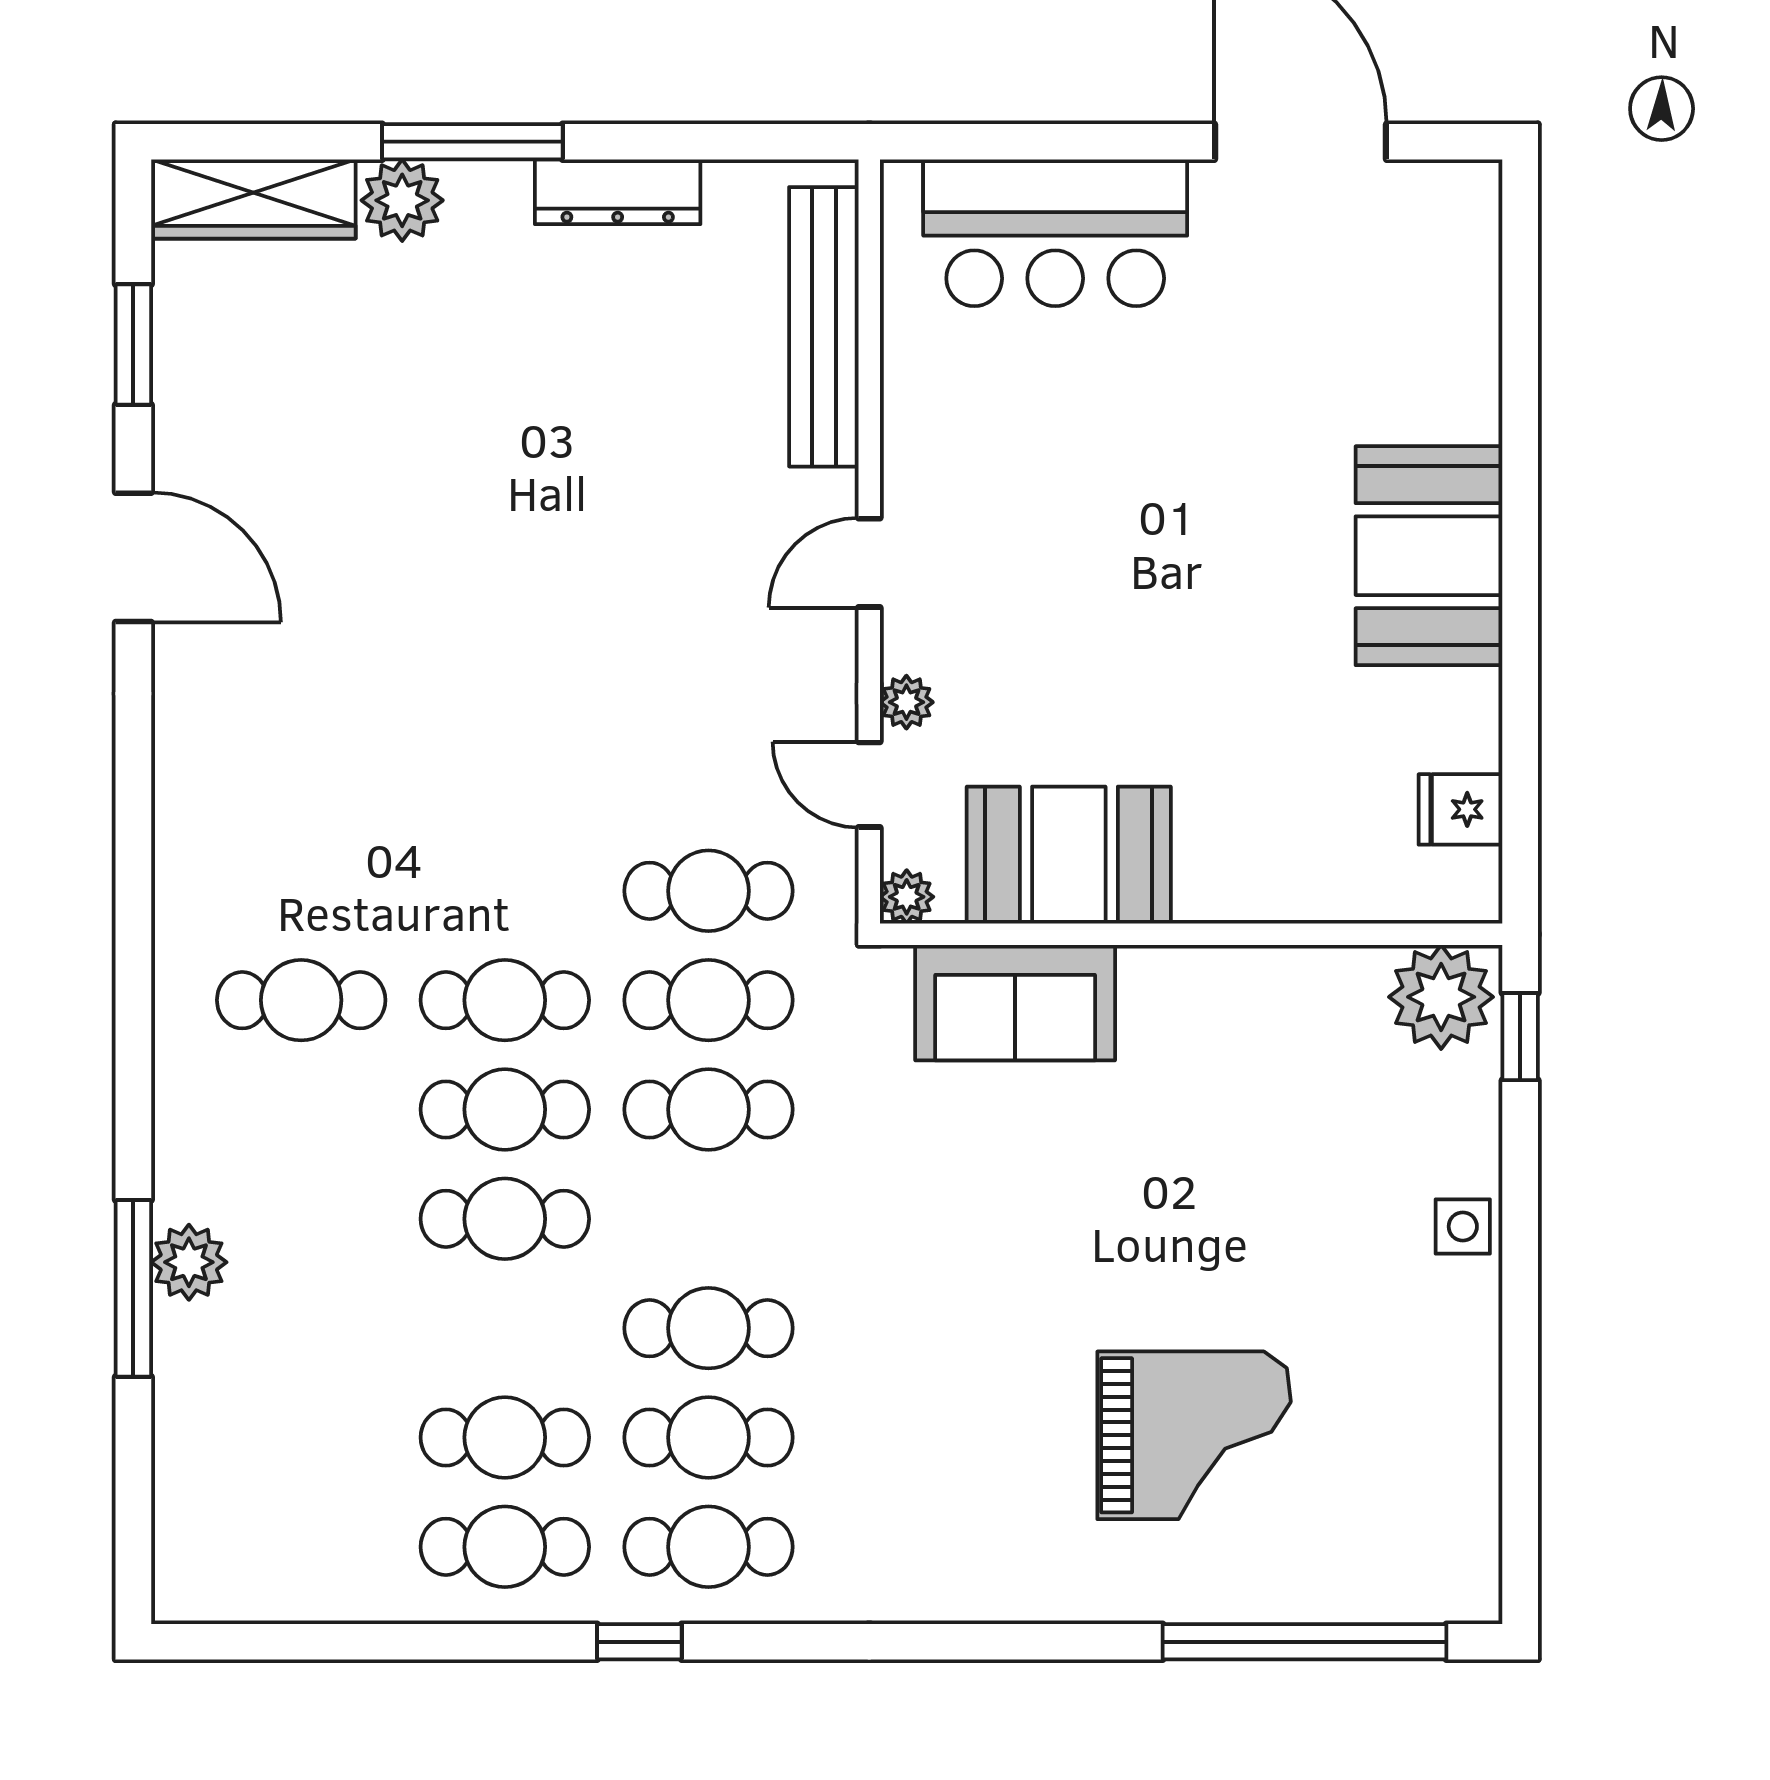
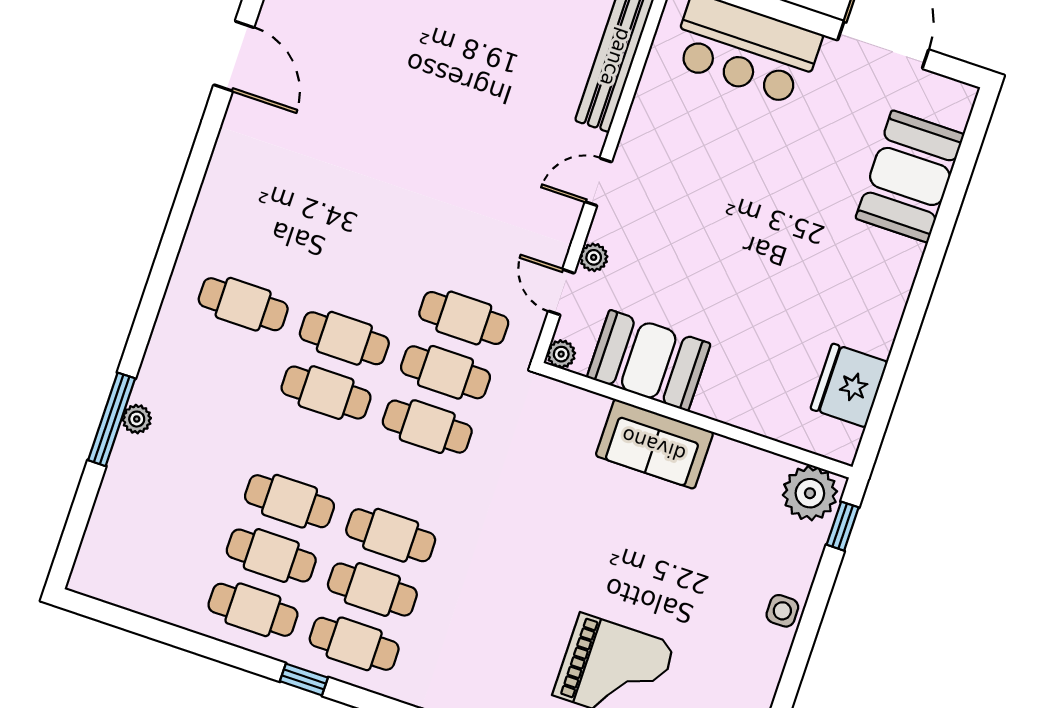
booth: (1429, 556) -> (910, 176), moved
fridge: (1461, 809) -> (849, 385), width x1.88, depth x1.34
sofa: (1015, 1003) -> (654, 444), moved
cafe table: (505, 1219) -> (290, 501), moved
plant: (189, 1262) -> (137, 419), width x0.73, depth x0.73

